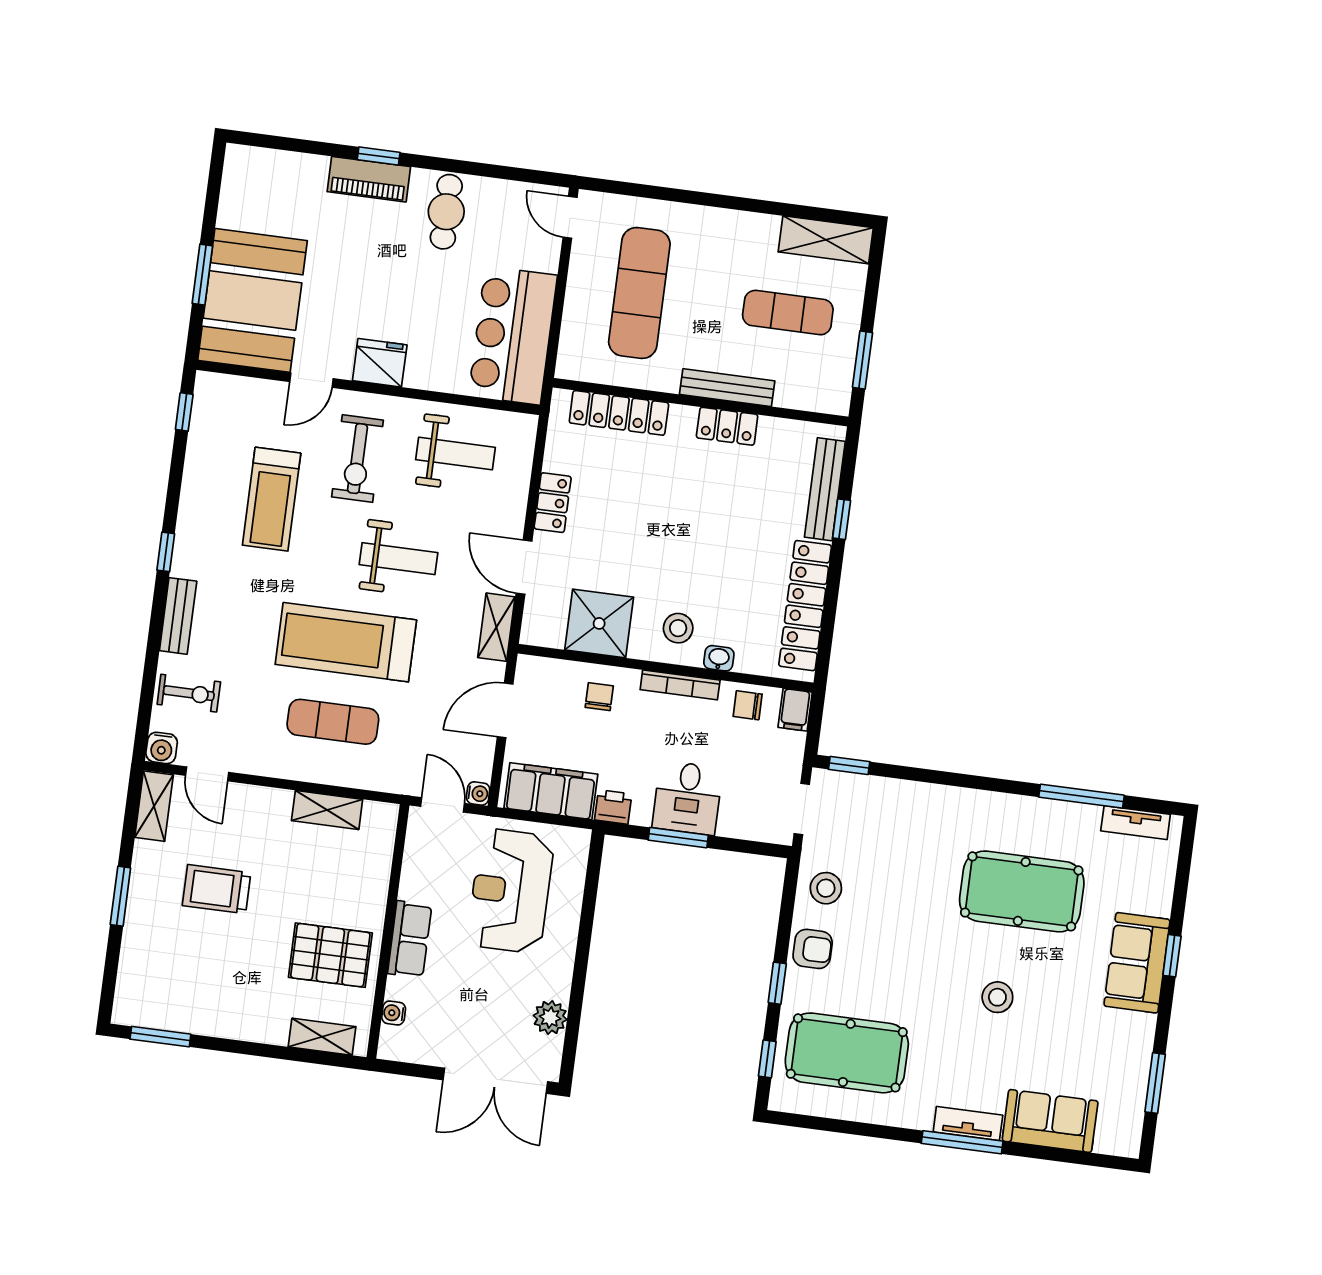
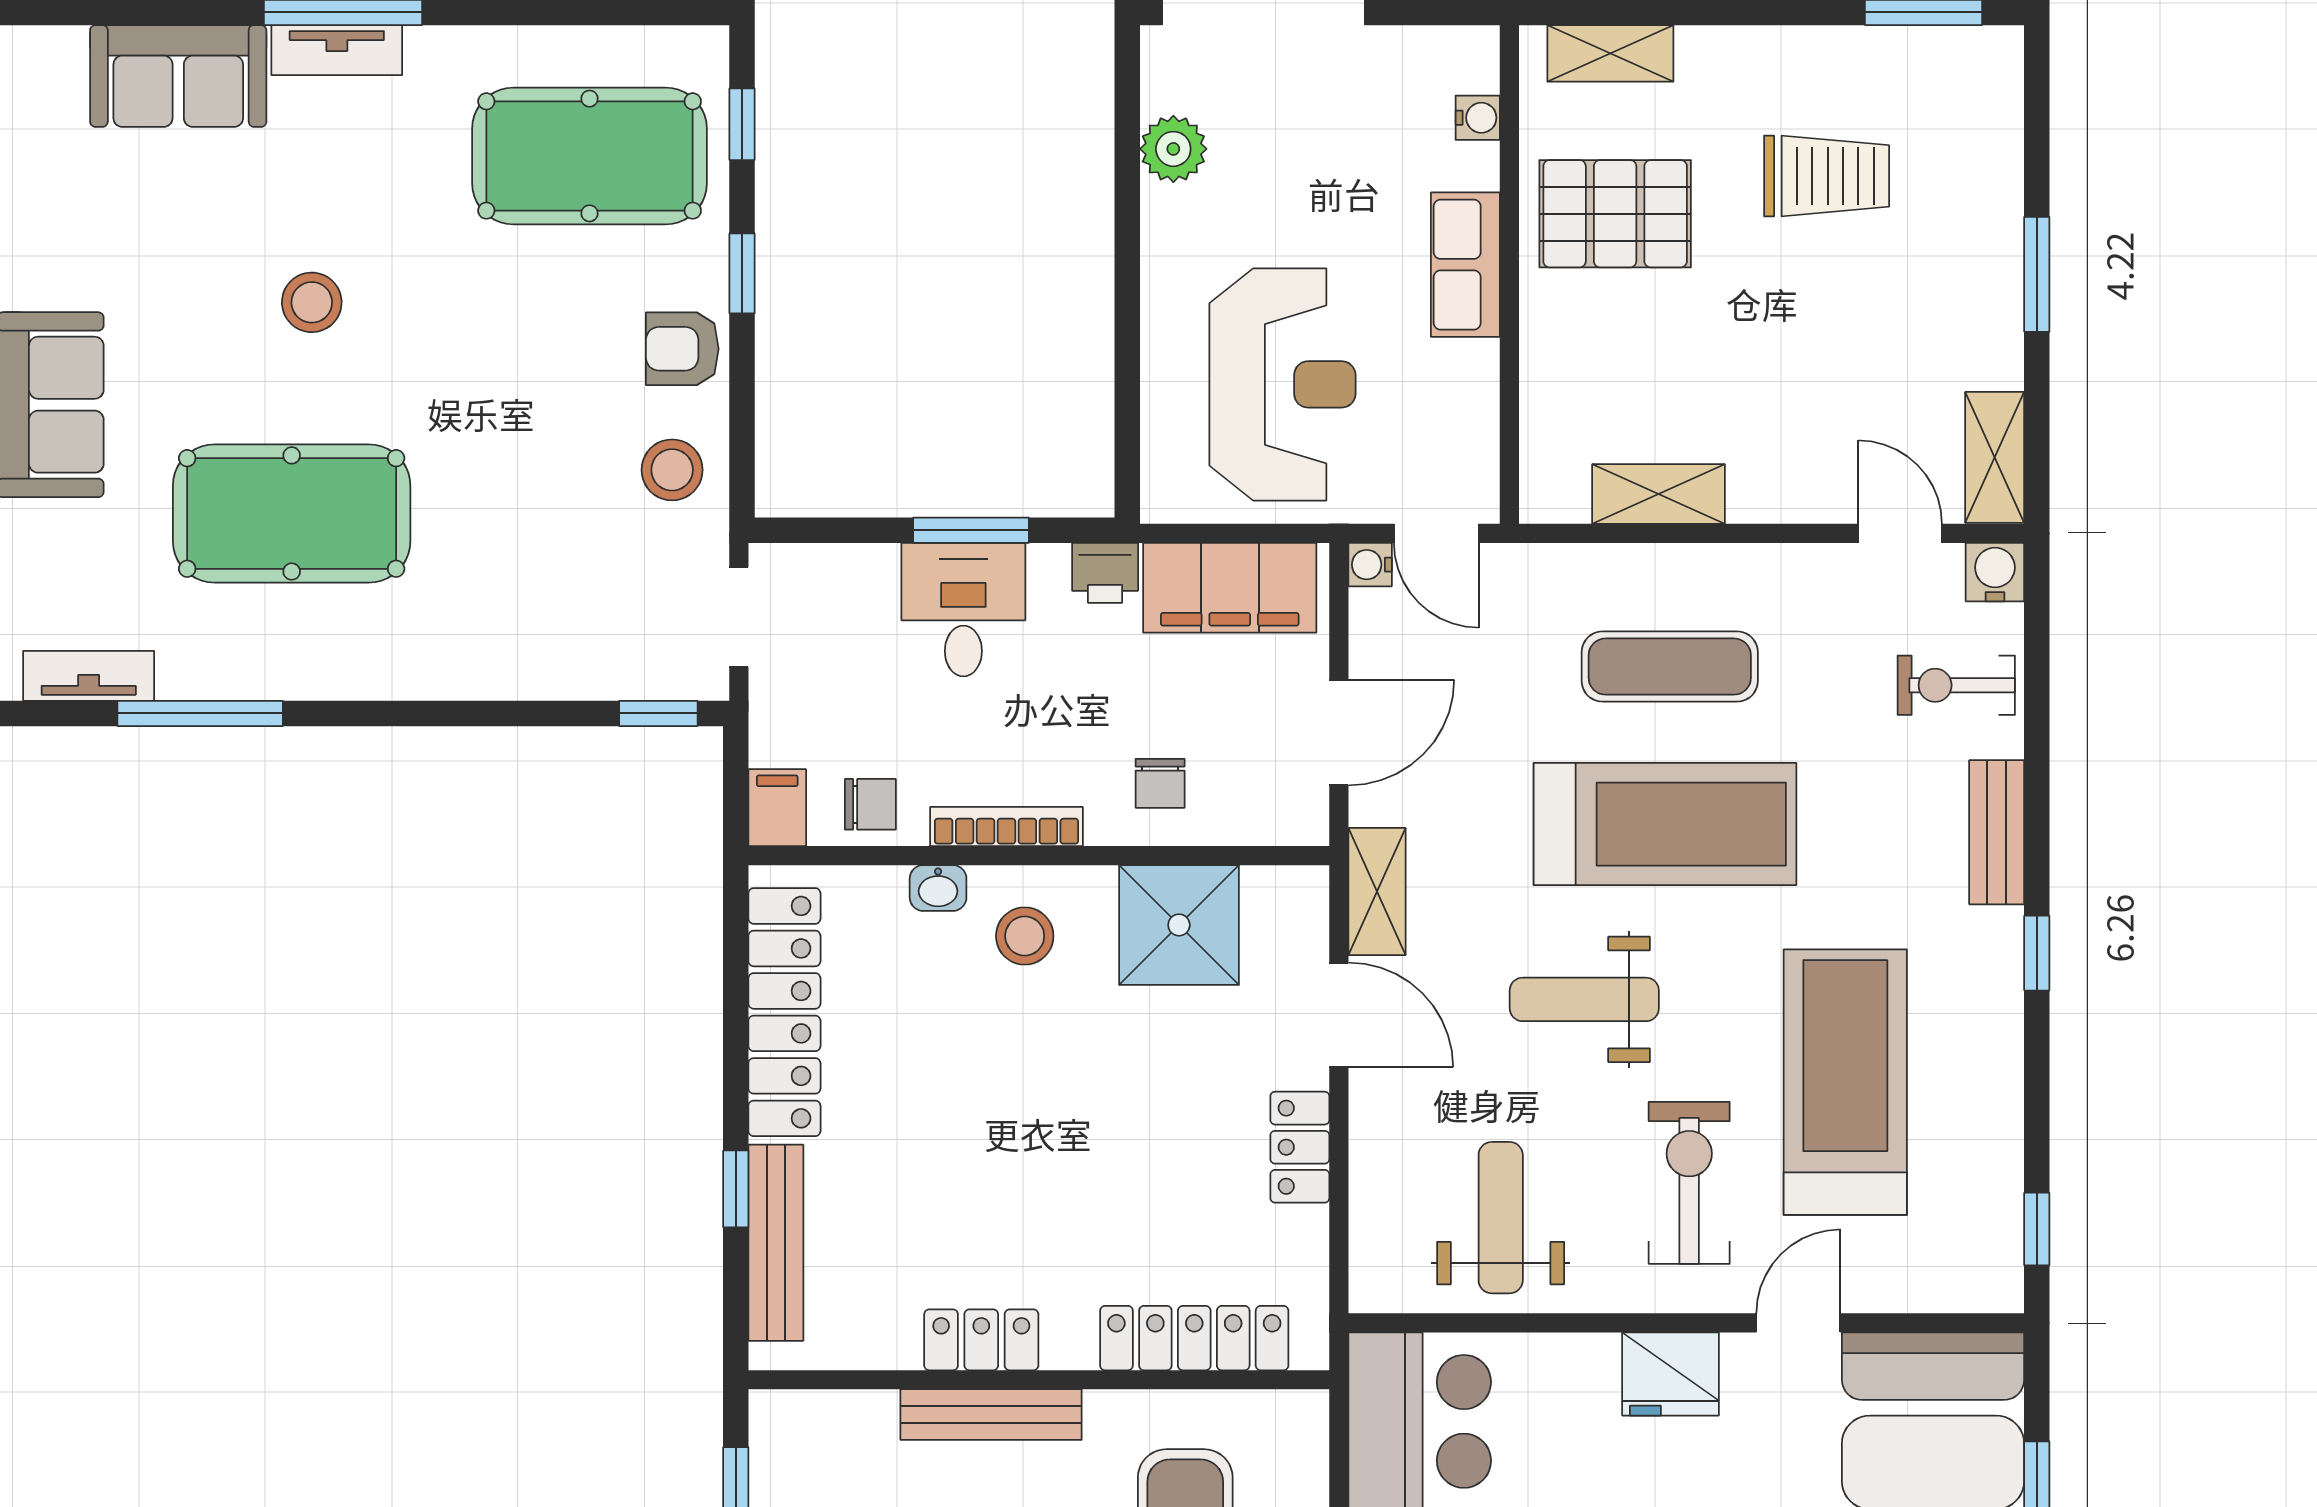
weight bench: (455, 453) -> (1501, 1218), turned 90
treadmill: (272, 499) -> (1845, 1082), width x1.37, depth x1.38
trolley: (217, 889) -> (1827, 176), moved

